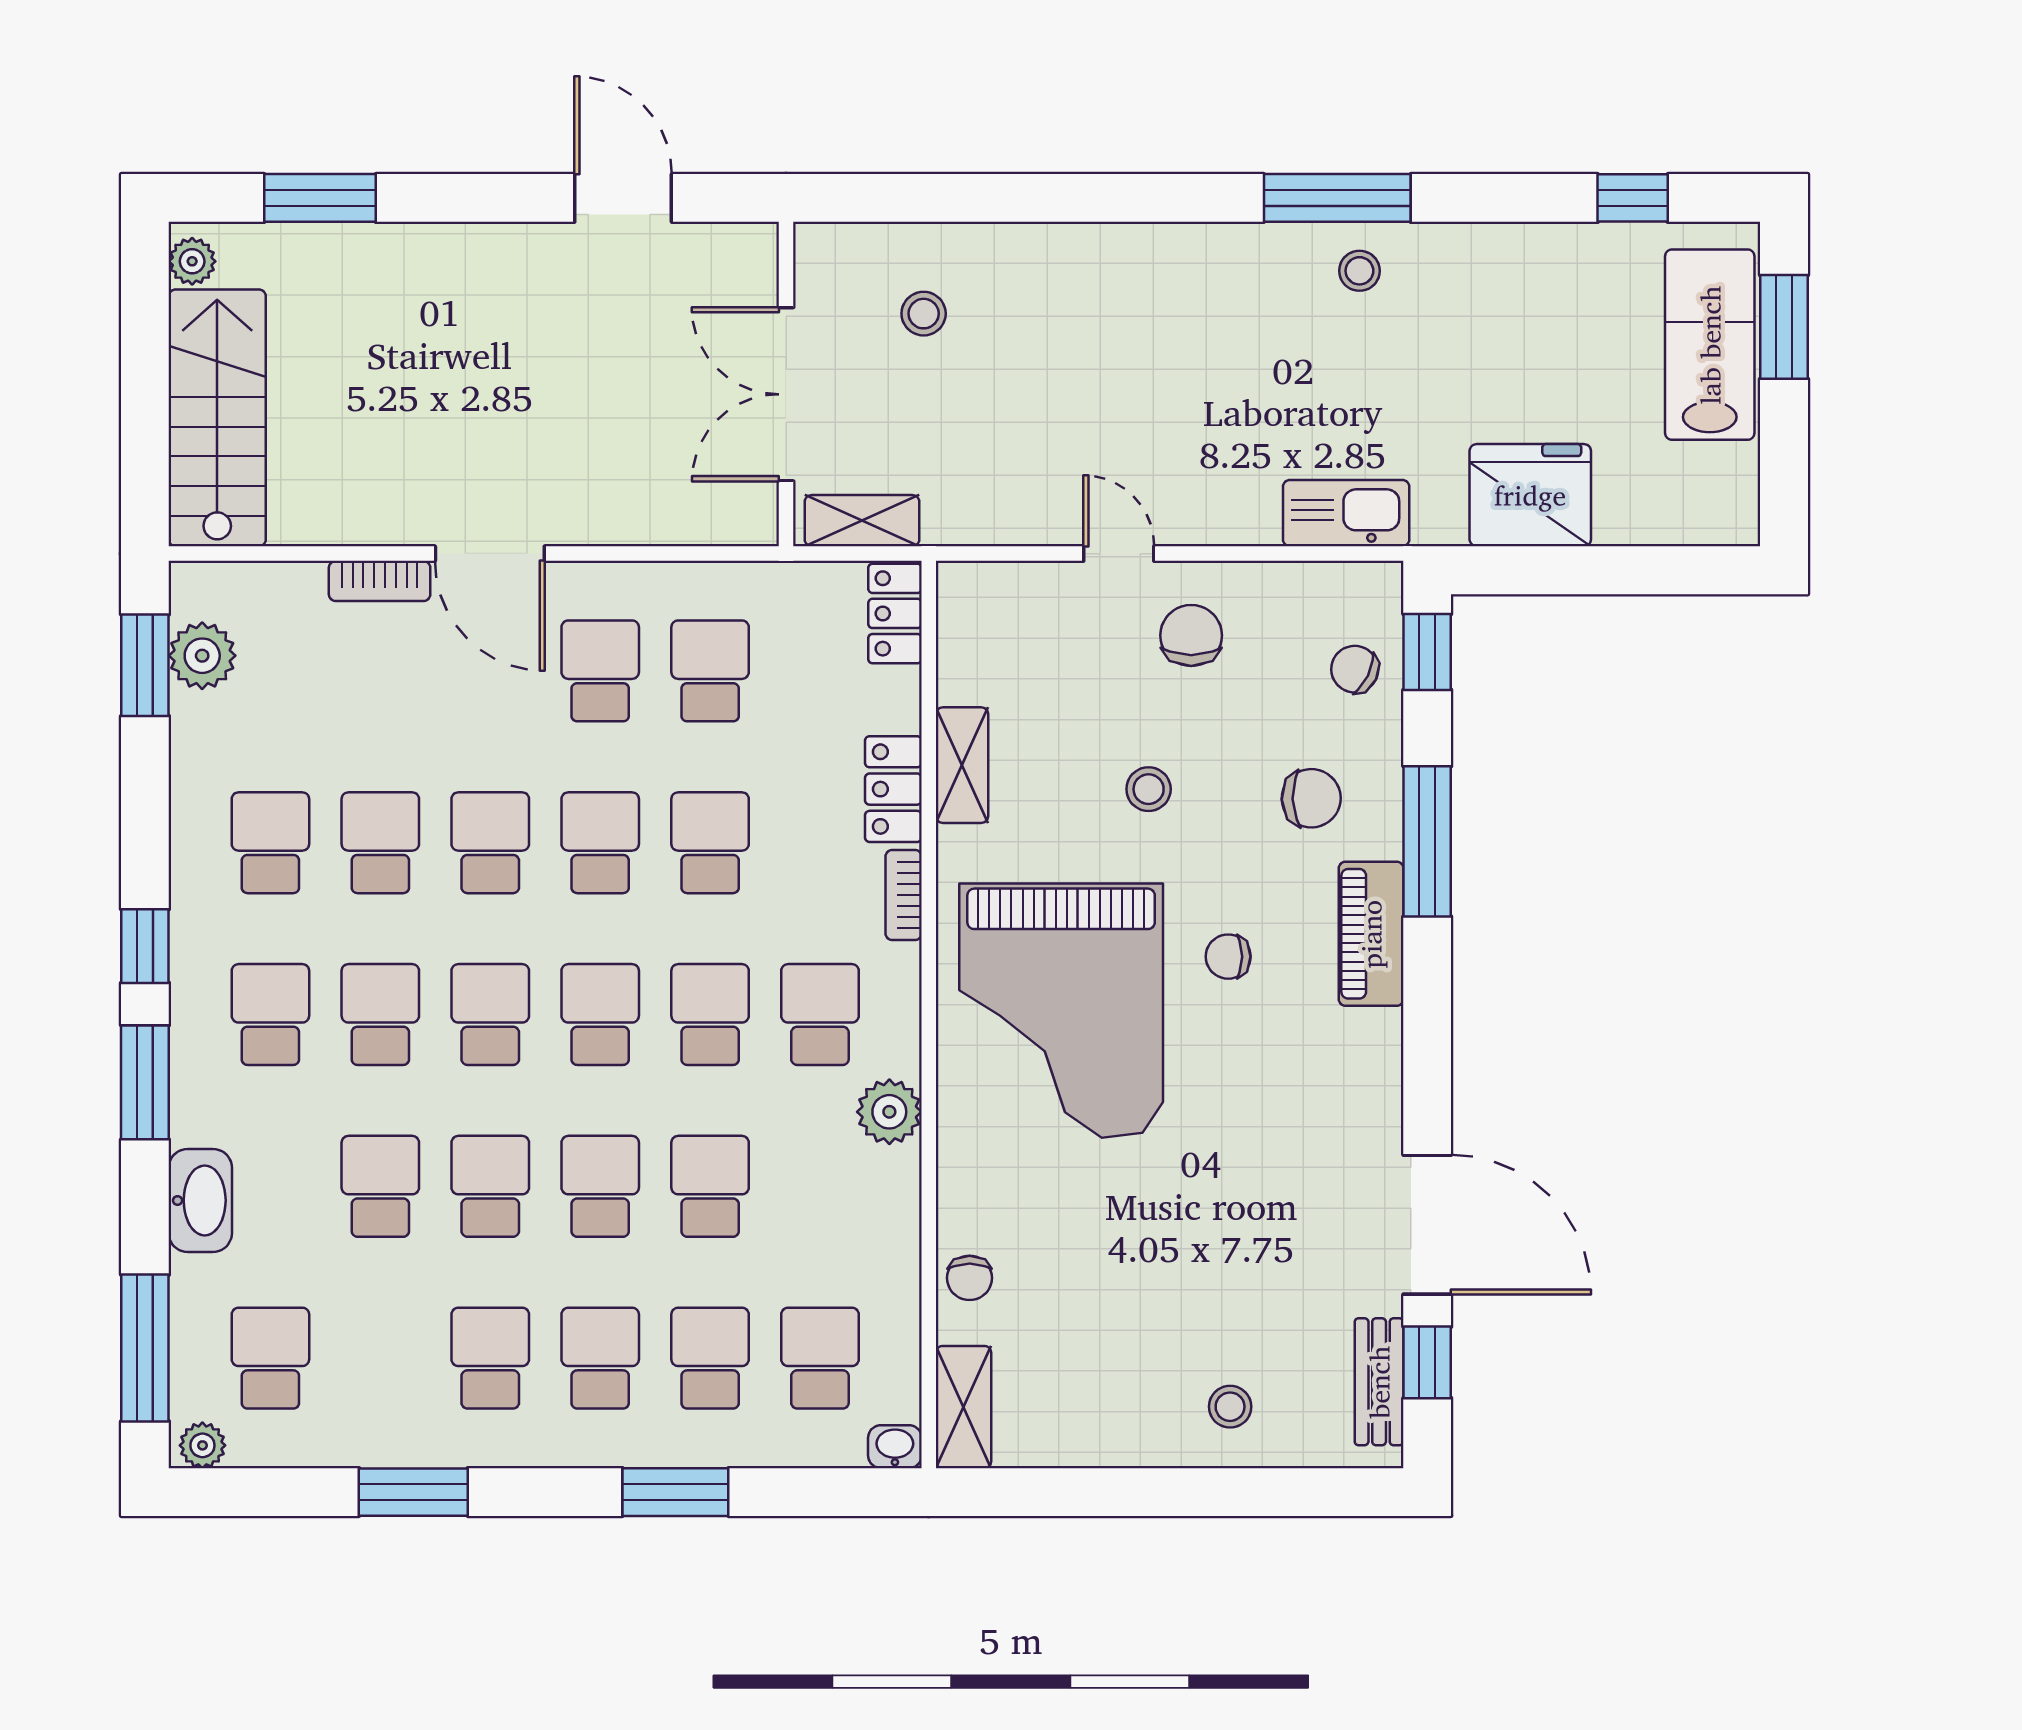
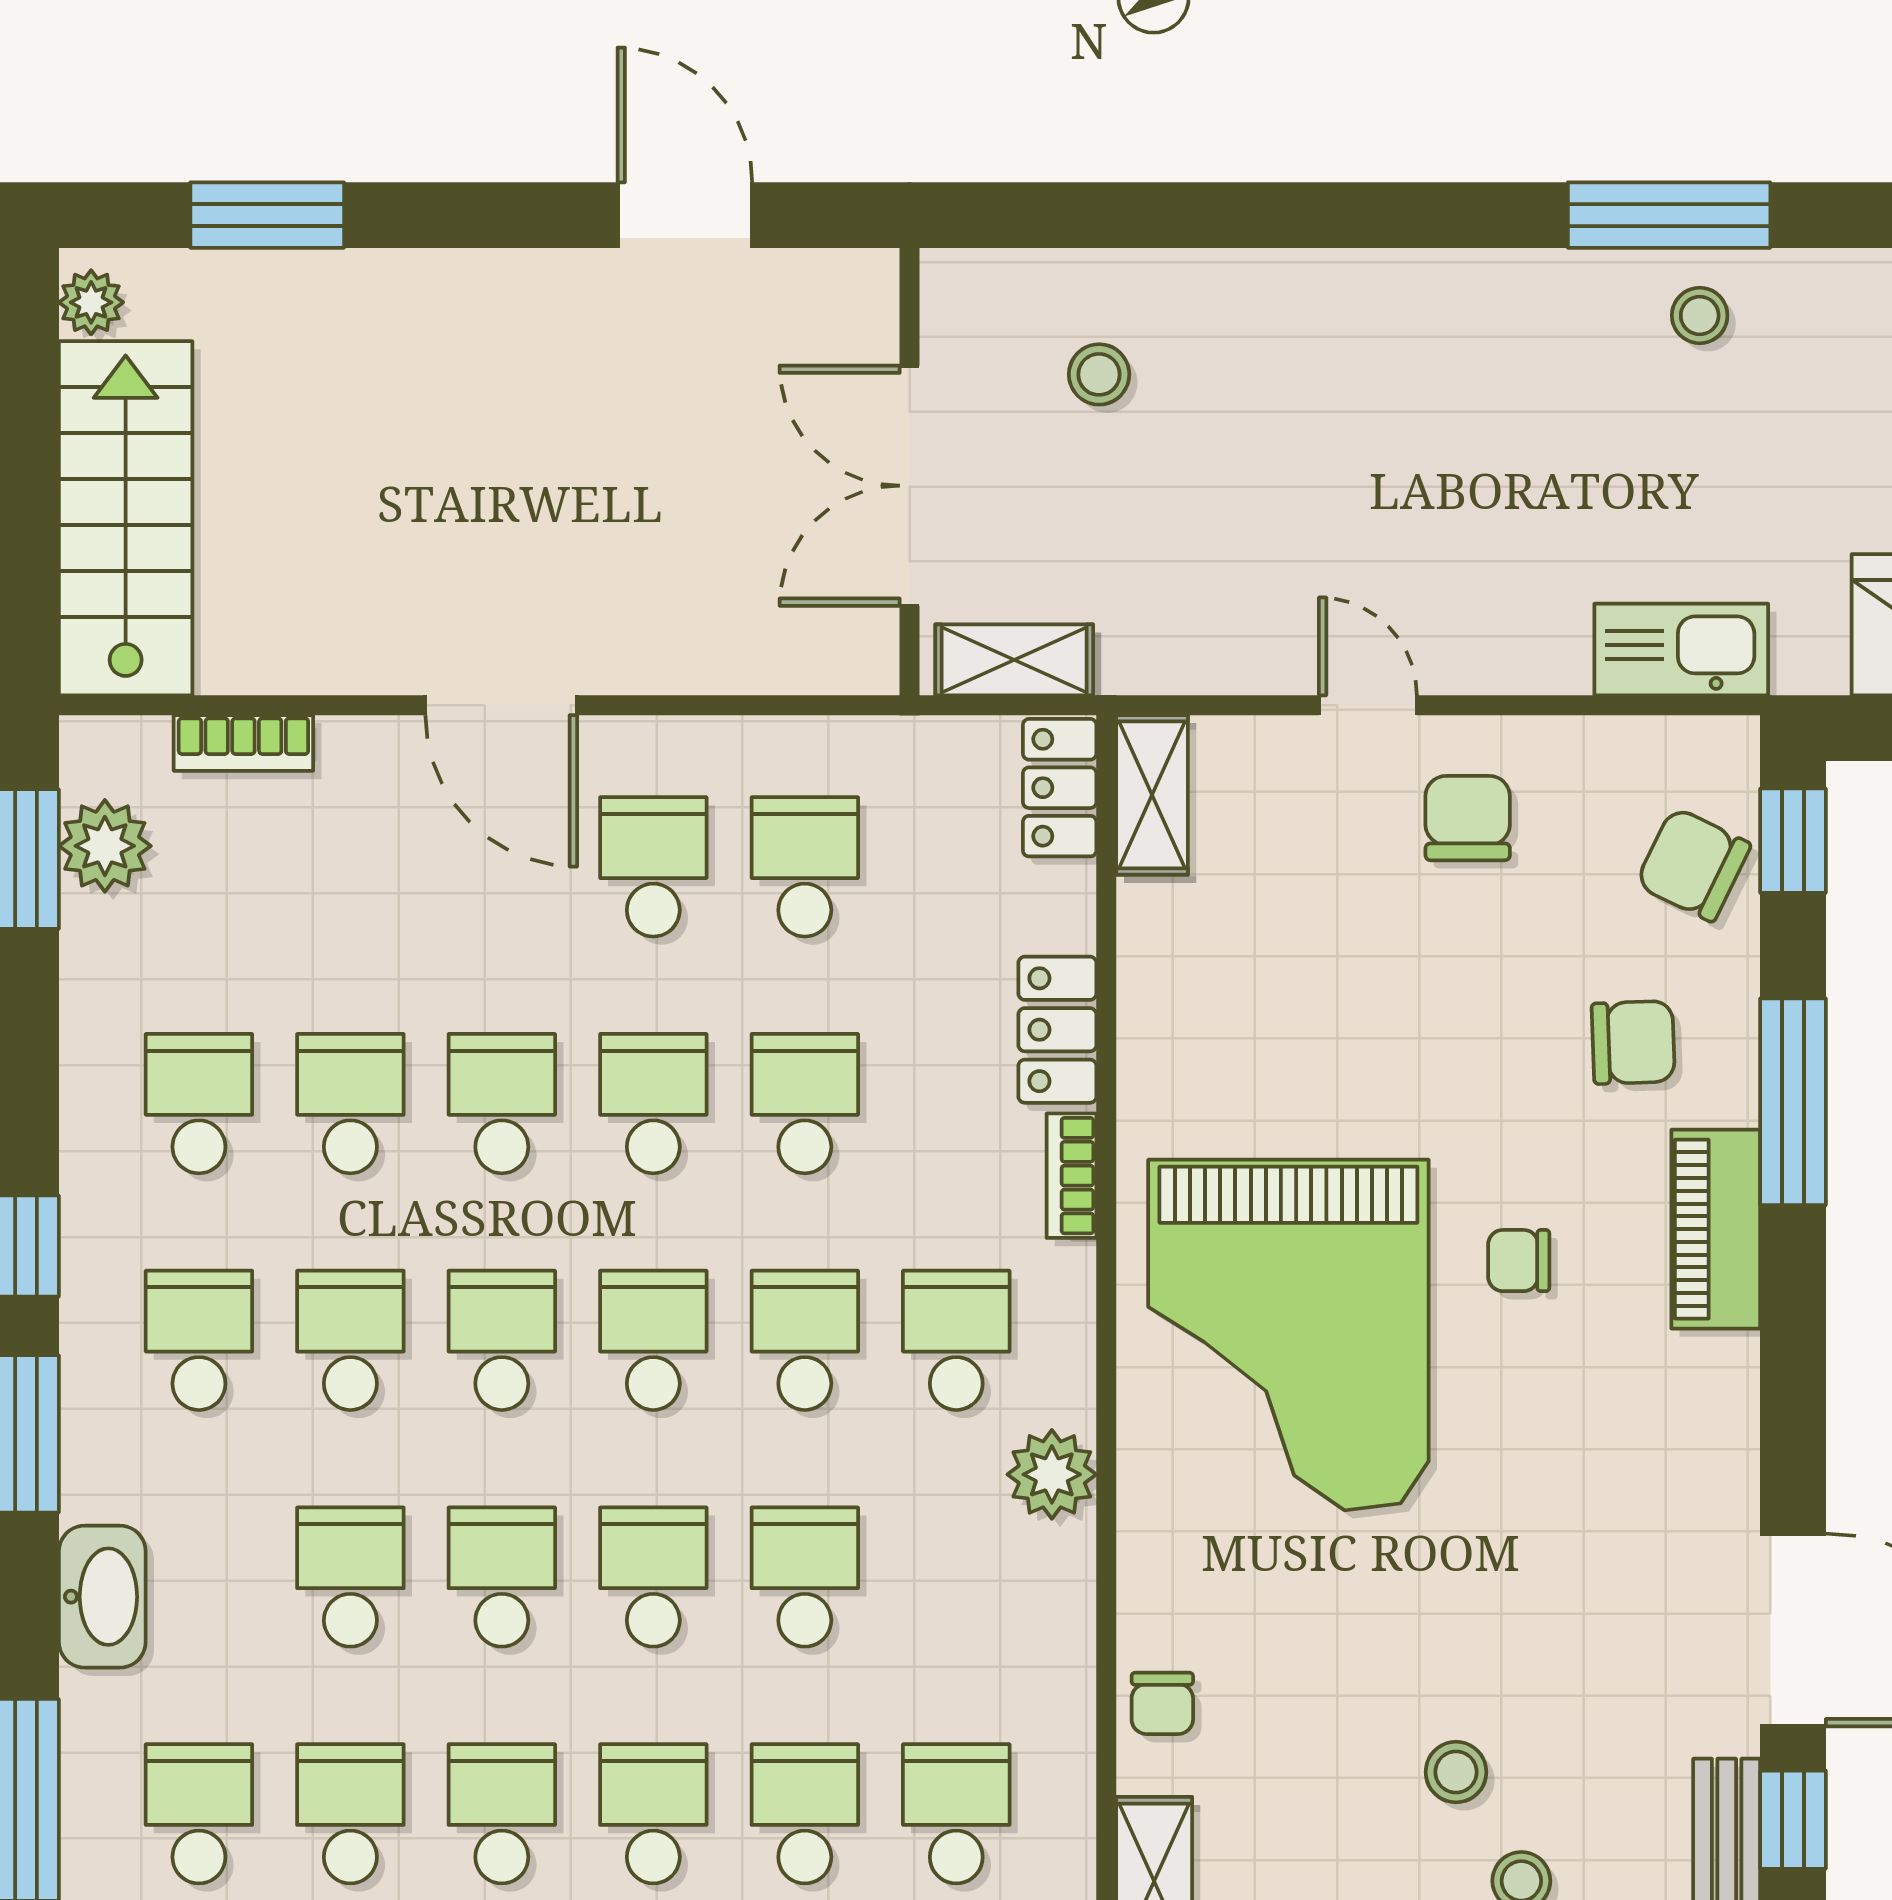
bookcase: (380, 581) -> (243, 743), moved
chair: (1355, 669) -> (1693, 864), width x1.37, depth x1.37
shelving: (962, 765) -> (1152, 795), moved
stool: (1149, 789) -> (1456, 1772), moved
school desk: (380, 1358) -> (350, 1814), added

